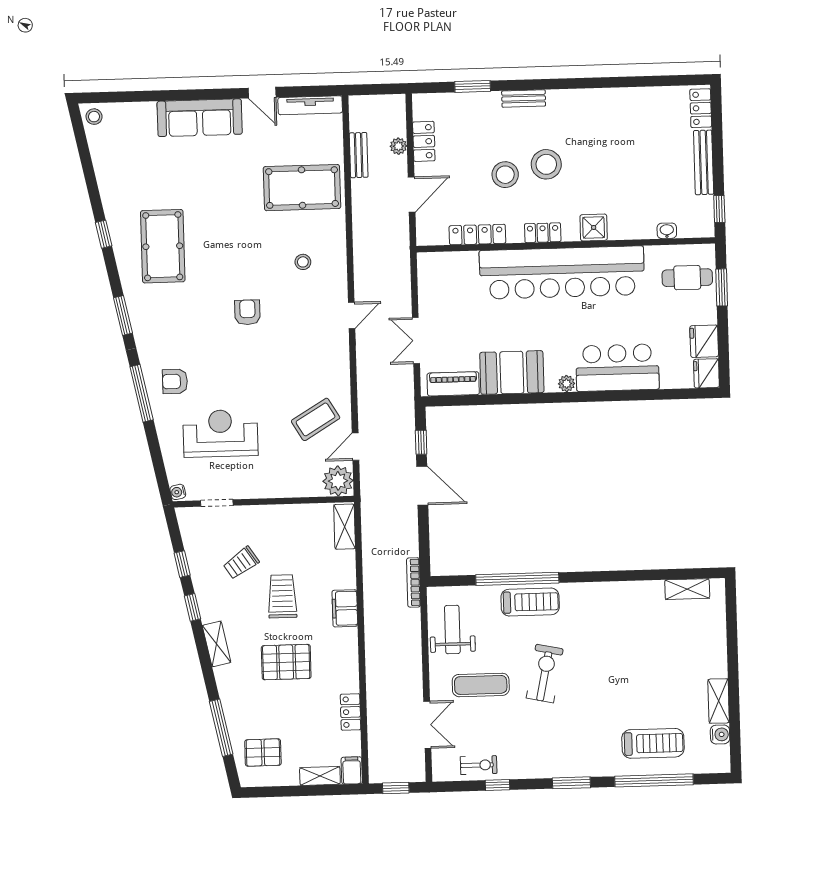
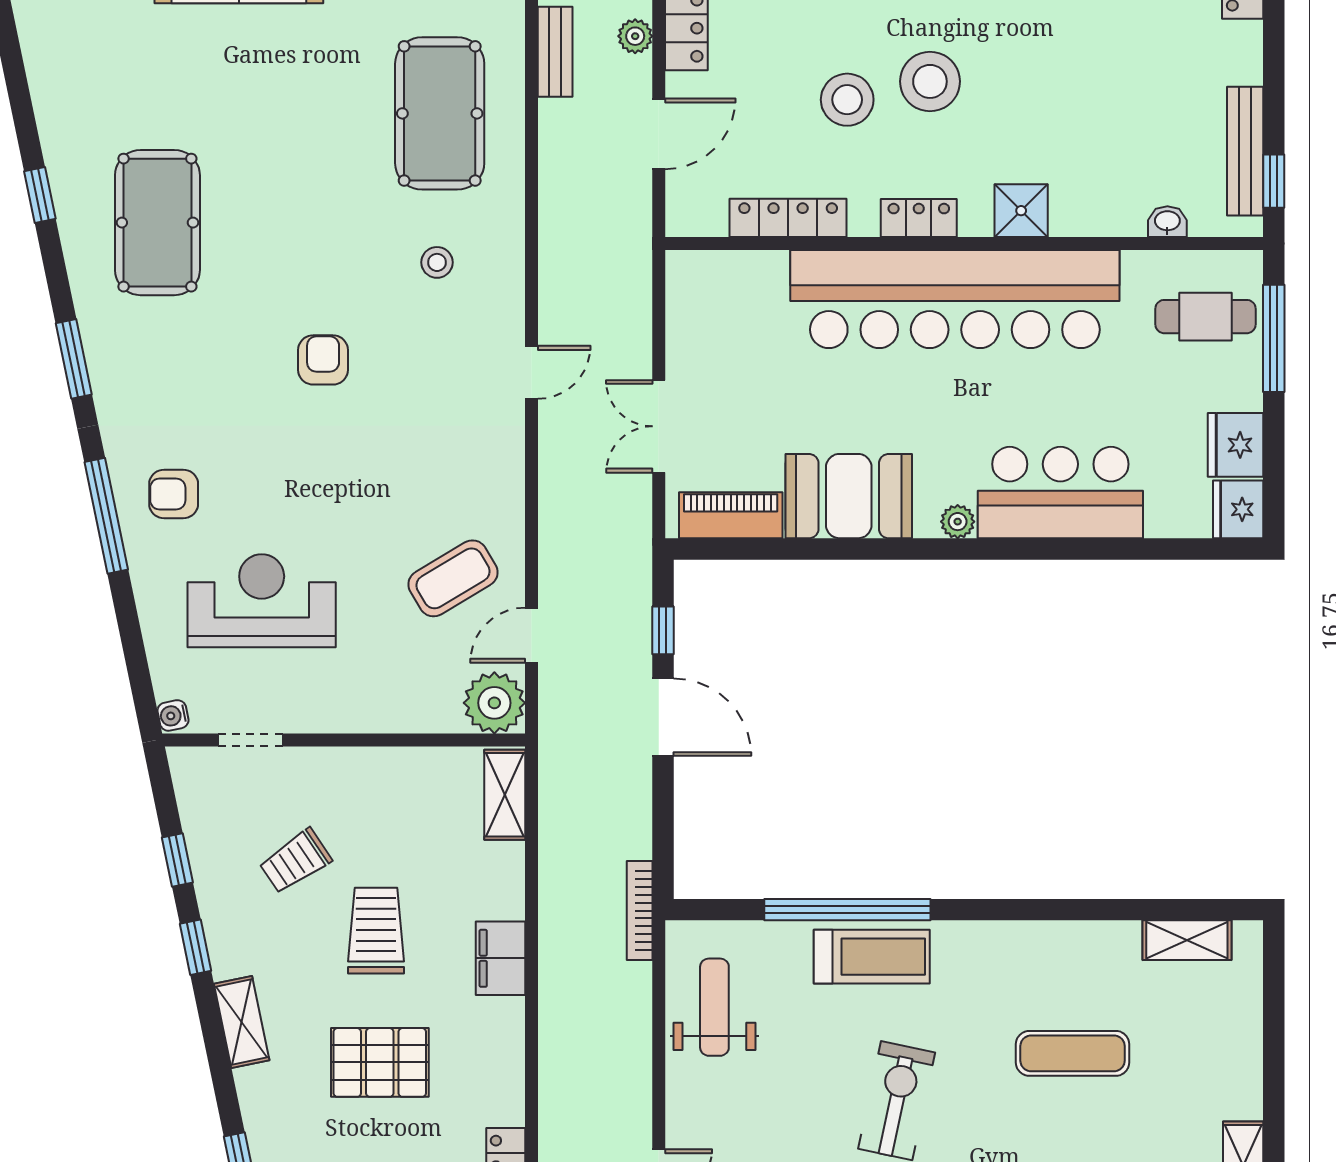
bench: (704, 162) -> (1245, 151), moved
pool table: (302, 188) -> (440, 113), turned 90
window: (722, 287) -> (1274, 338), width x1.44
exercise mat: (481, 685) -> (1073, 1053), moved

